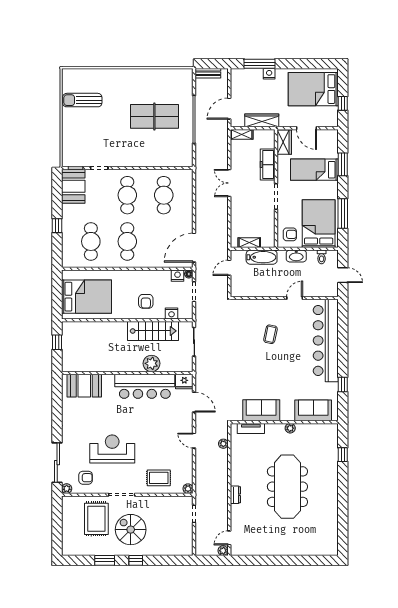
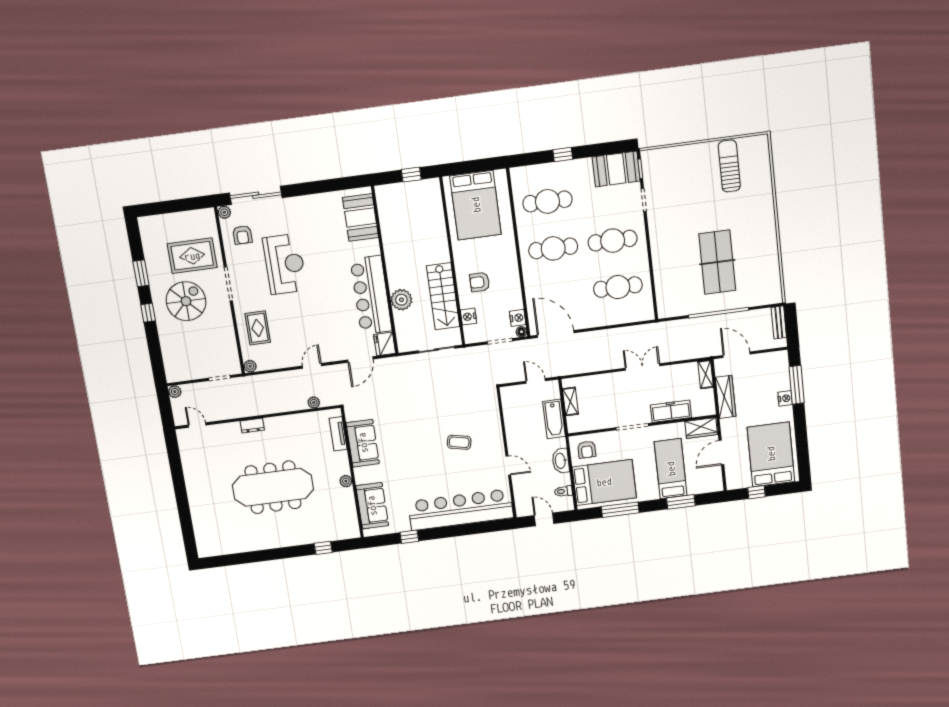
door: (343, 275) -> (544, 519), swing flipped
plant: (223, 551) -> (175, 392), moved

